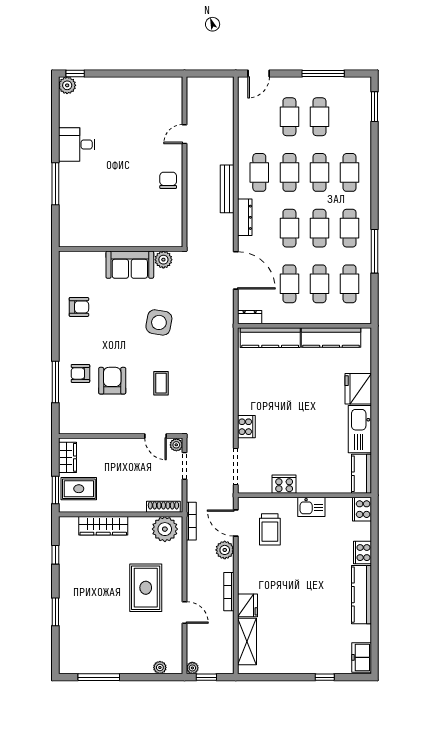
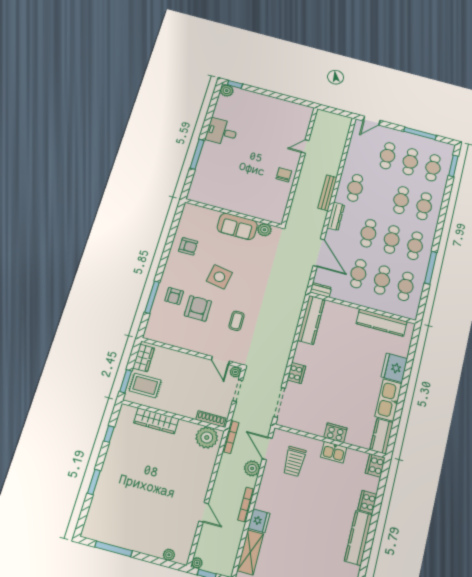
cafe table: (289, 172) -> (433, 168), moved
side table: (159, 322) -> (219, 277), moved
kitchen counter: (270, 338) -> (311, 320), moved, turned -90
armchair: (80, 373) -> (174, 296), turned -90
cooker: (284, 484) -> (335, 433), moved
rug: (146, 588) -> (177, 482), removed

